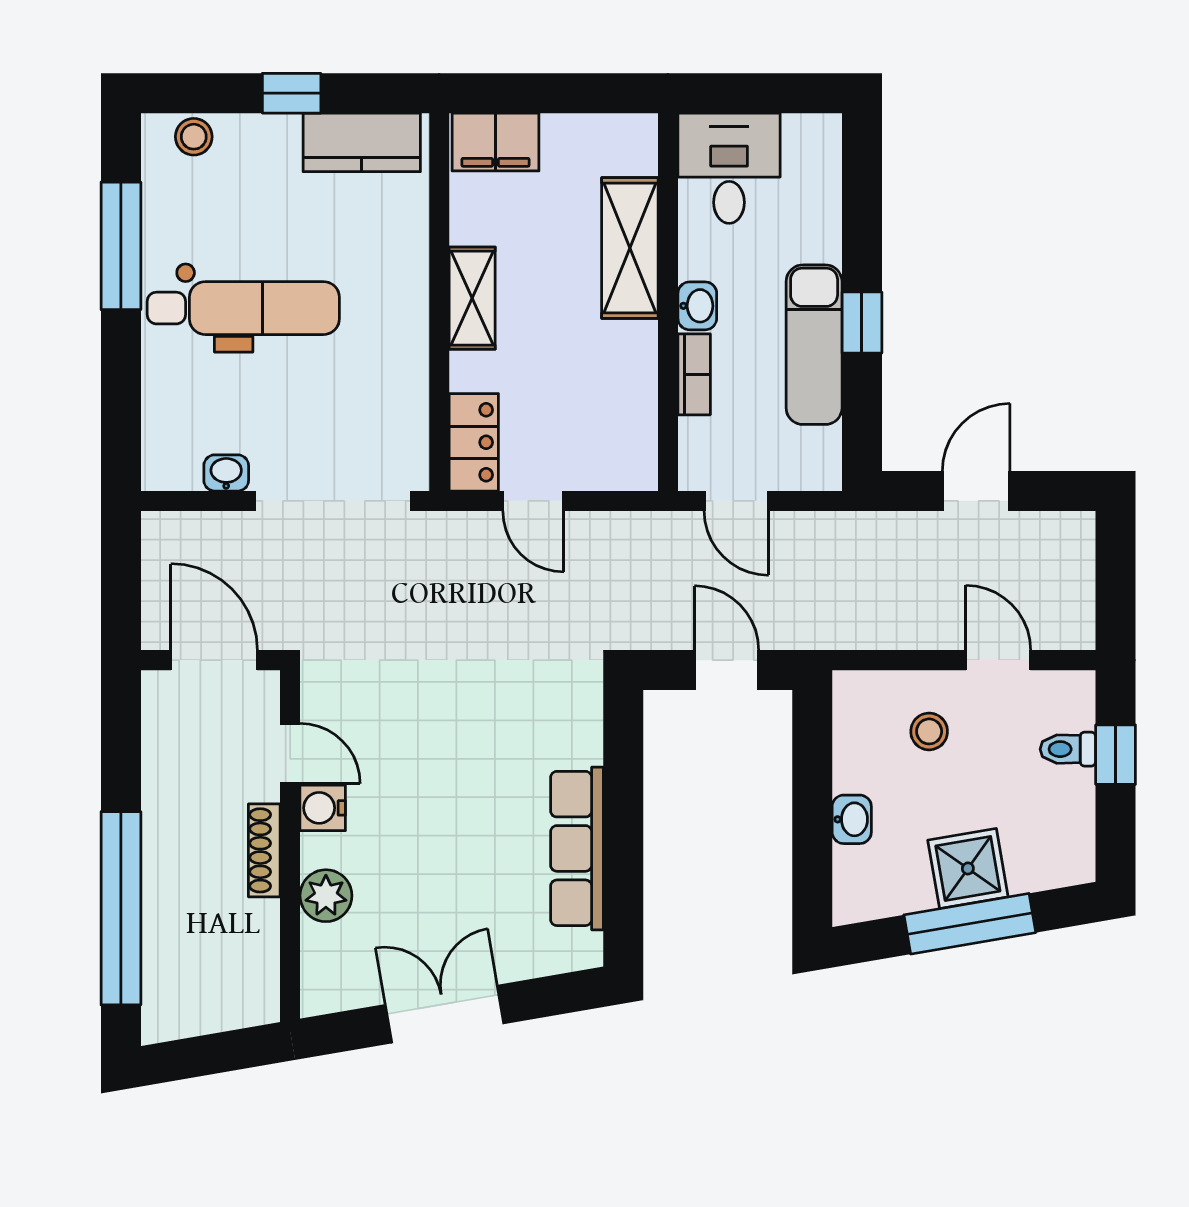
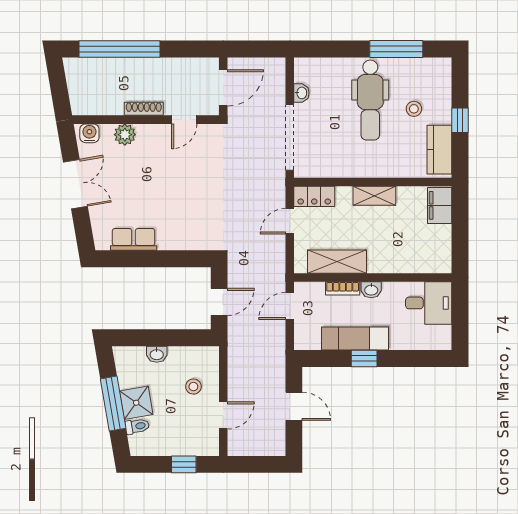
stool: (194, 137) -> (414, 109), moved
shelving: (630, 248) -> (337, 262), moved
toilet: (1068, 749) -> (137, 426), moved, turned 80
water cooler: (323, 808) -> (89, 133), moved
row of seats: (577, 848) -> (134, 239), width x0.68

